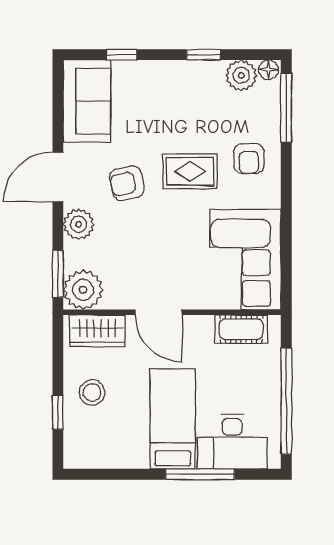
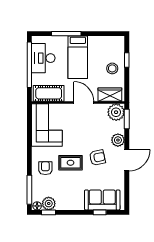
window: (203, 55) -> (49, 212), moved
sofa: (87, 101) -> (102, 200), moved, turned 90
cot: (241, 329) -> (49, 93), width x1.37, depth x1.34
desk: (232, 442) -> (43, 58), moved, turned -90

